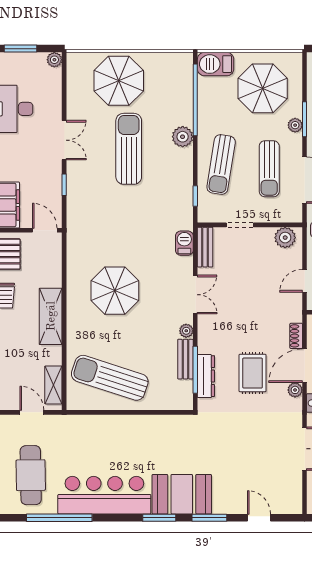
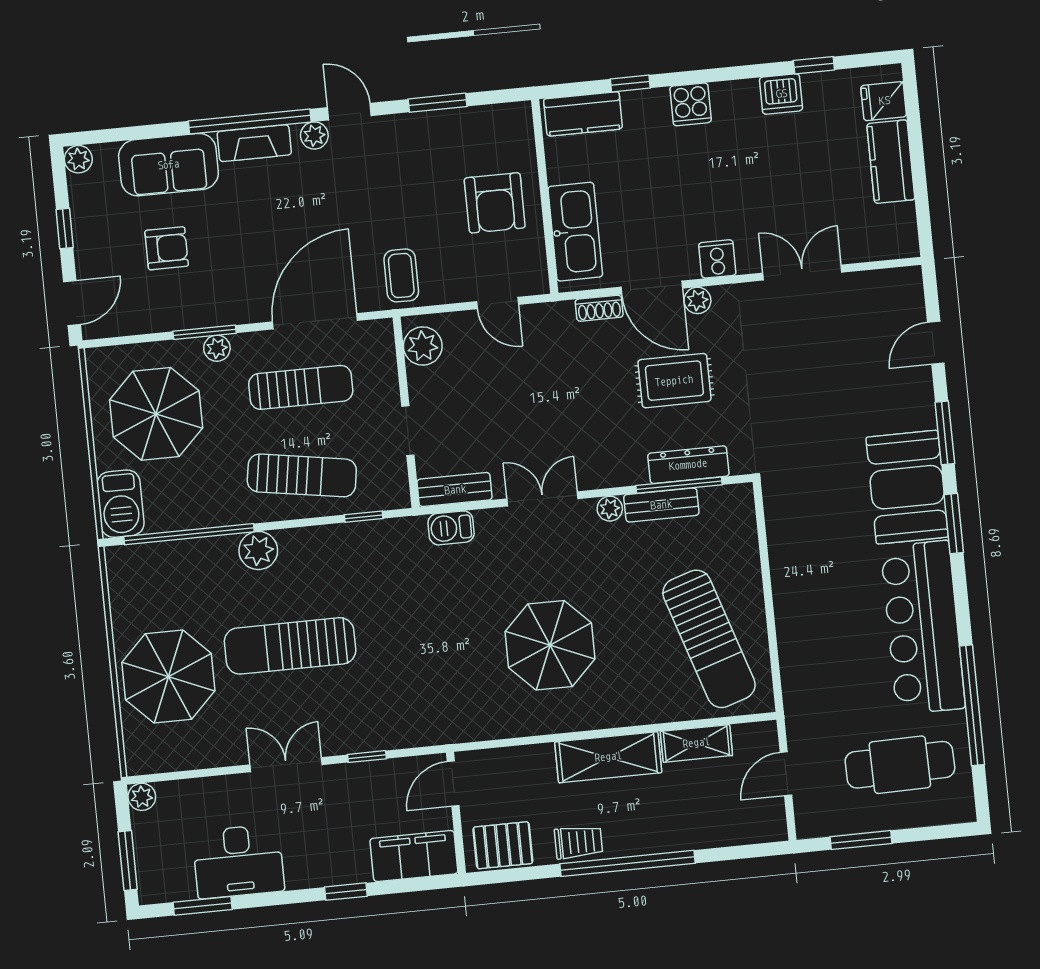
sun lounger: (110, 378) -> (709, 639), turned -36
shelving: (53, 385) -> (696, 743), moved

